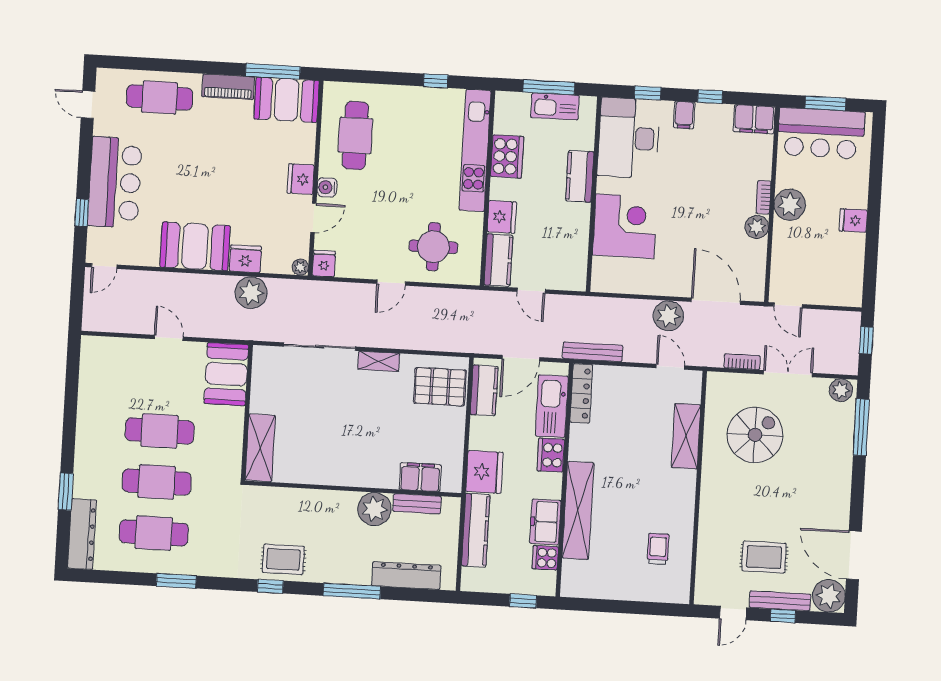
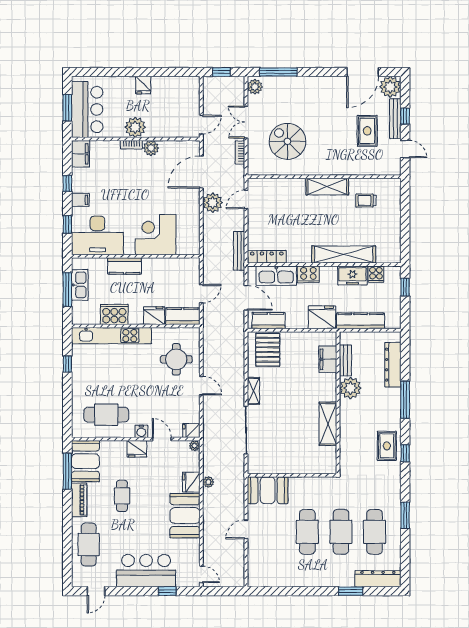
cafe table: (231, 152) -> (122, 496), added
plant: (251, 293) -> (208, 482), width x0.53, depth x0.53
shelving: (686, 436) -> (327, 187), moved
shelving: (260, 448) -> (328, 424), moved, turned 90

